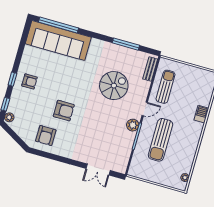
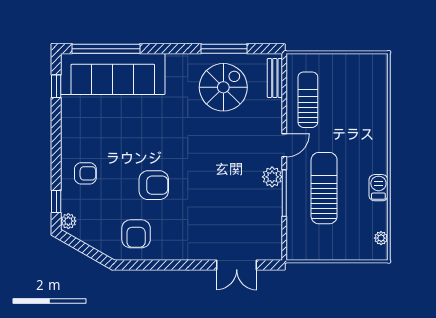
window: (12, 79) -> (56, 86), moved
armchair: (29, 81) -> (85, 173), moved
spiral stairs: (114, 86) -> (223, 87), moved
barbecue: (201, 114) -> (378, 188), moved
sun lounger: (160, 140) -> (324, 188), turned 180

